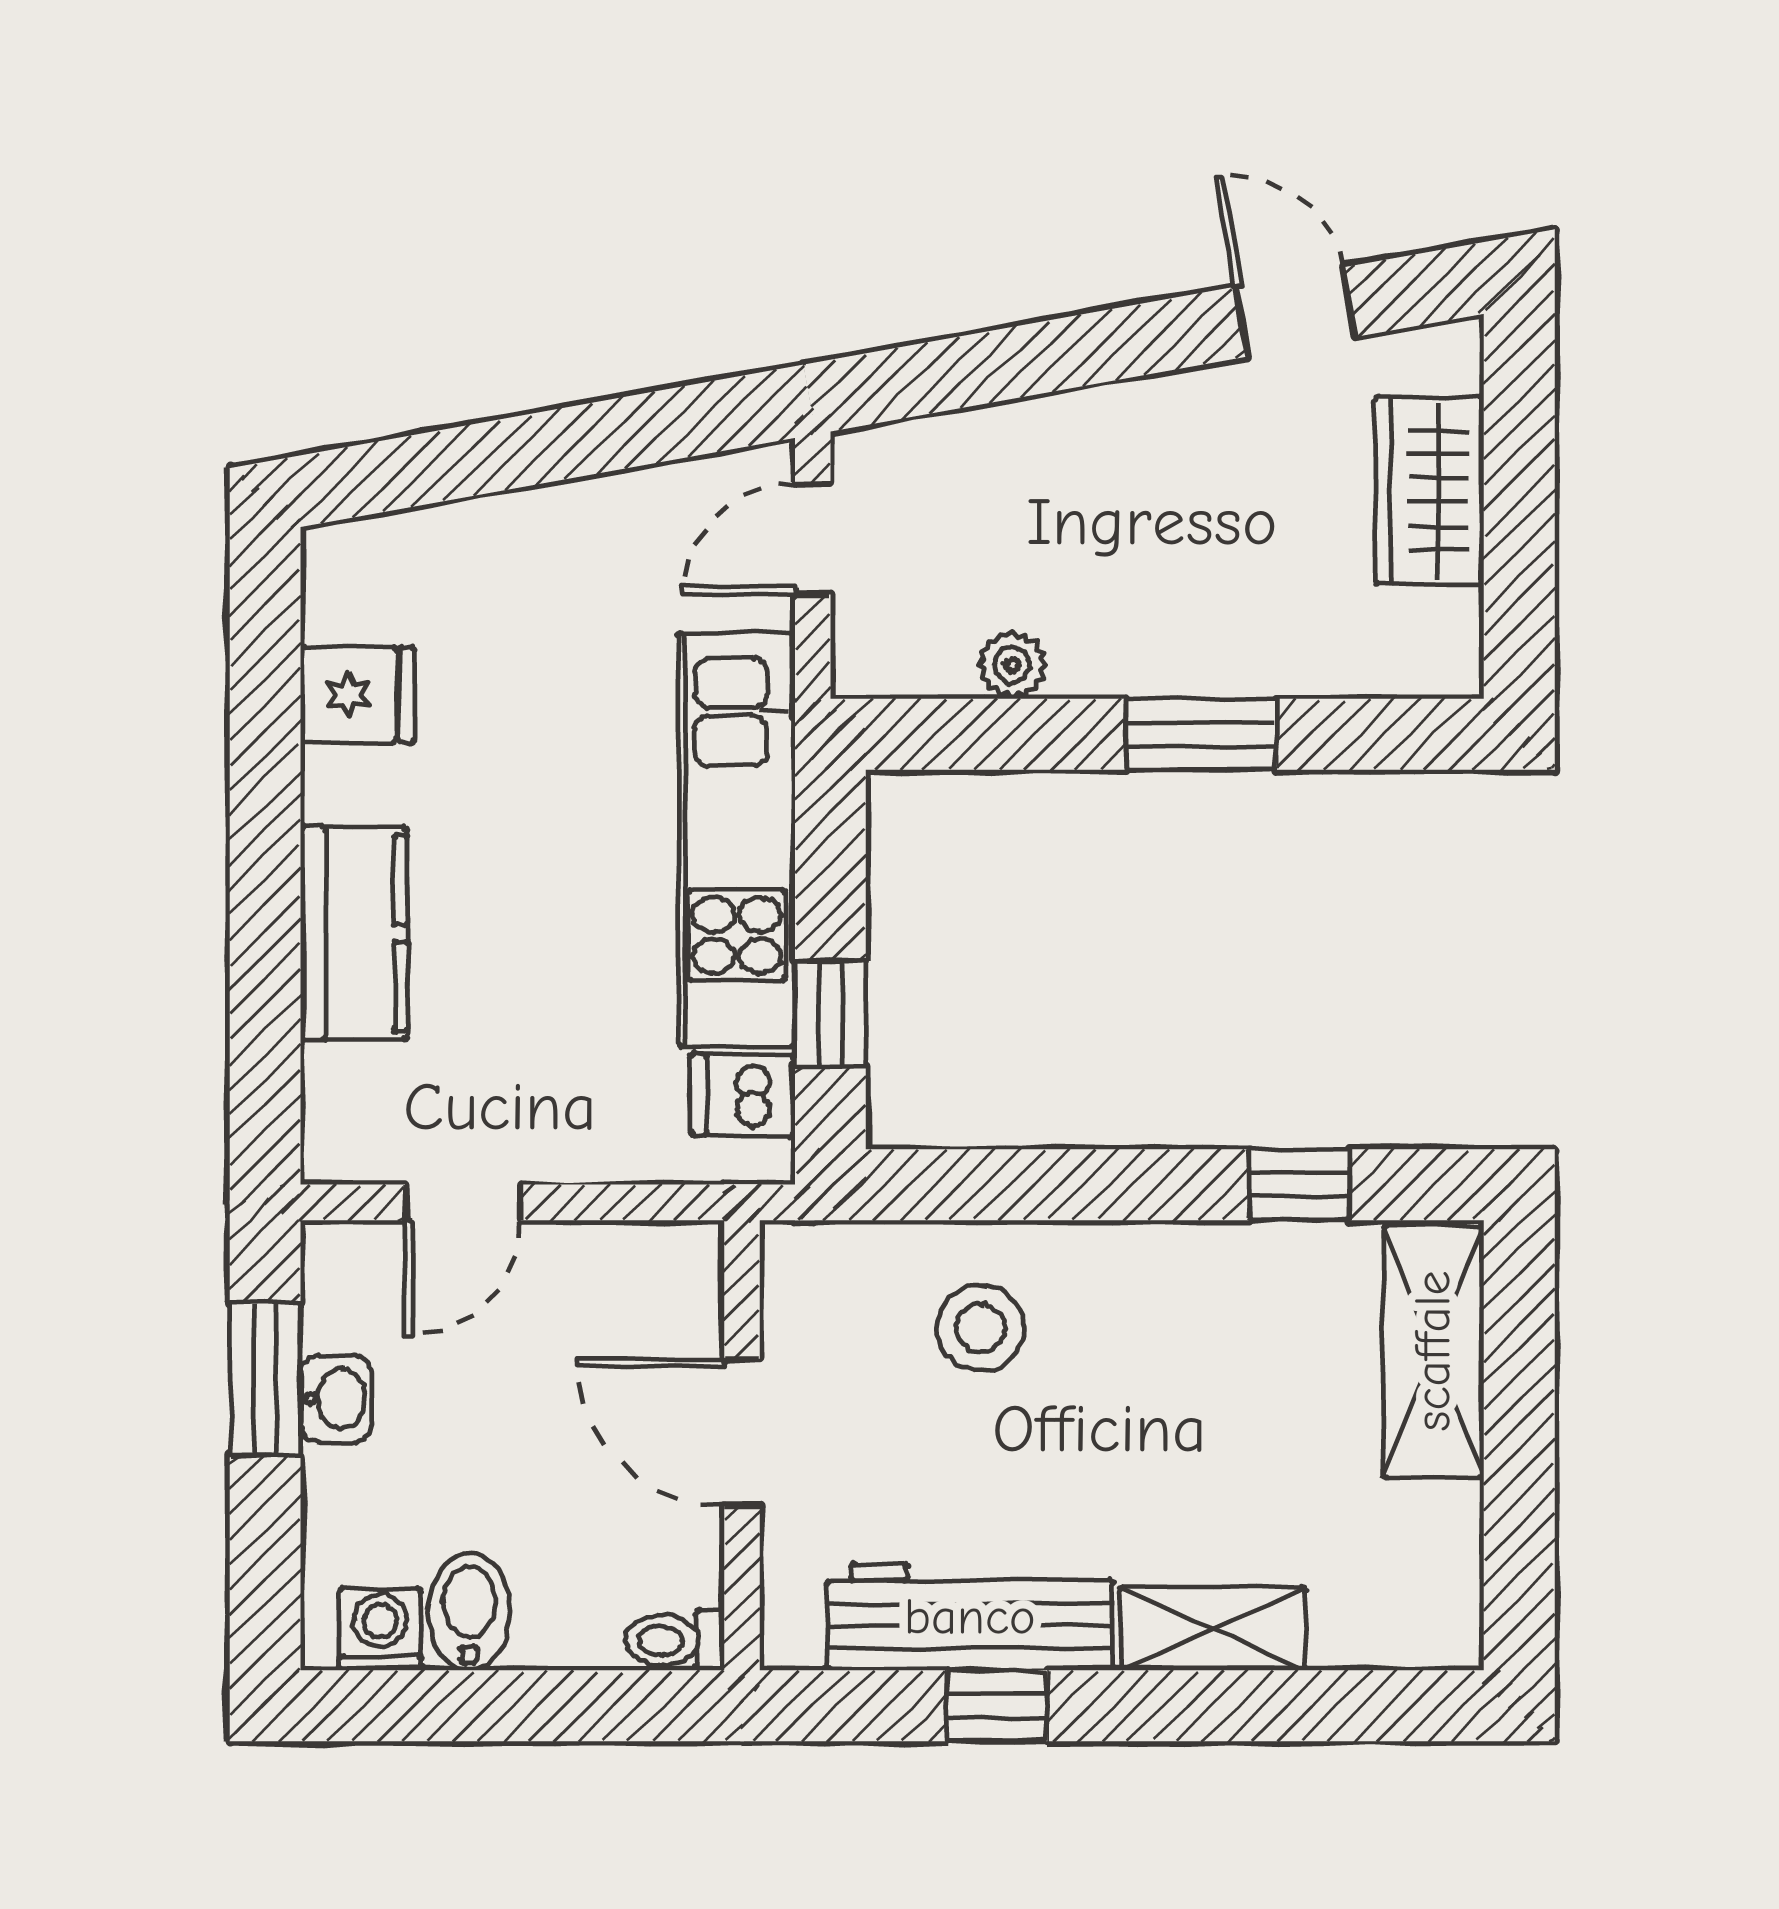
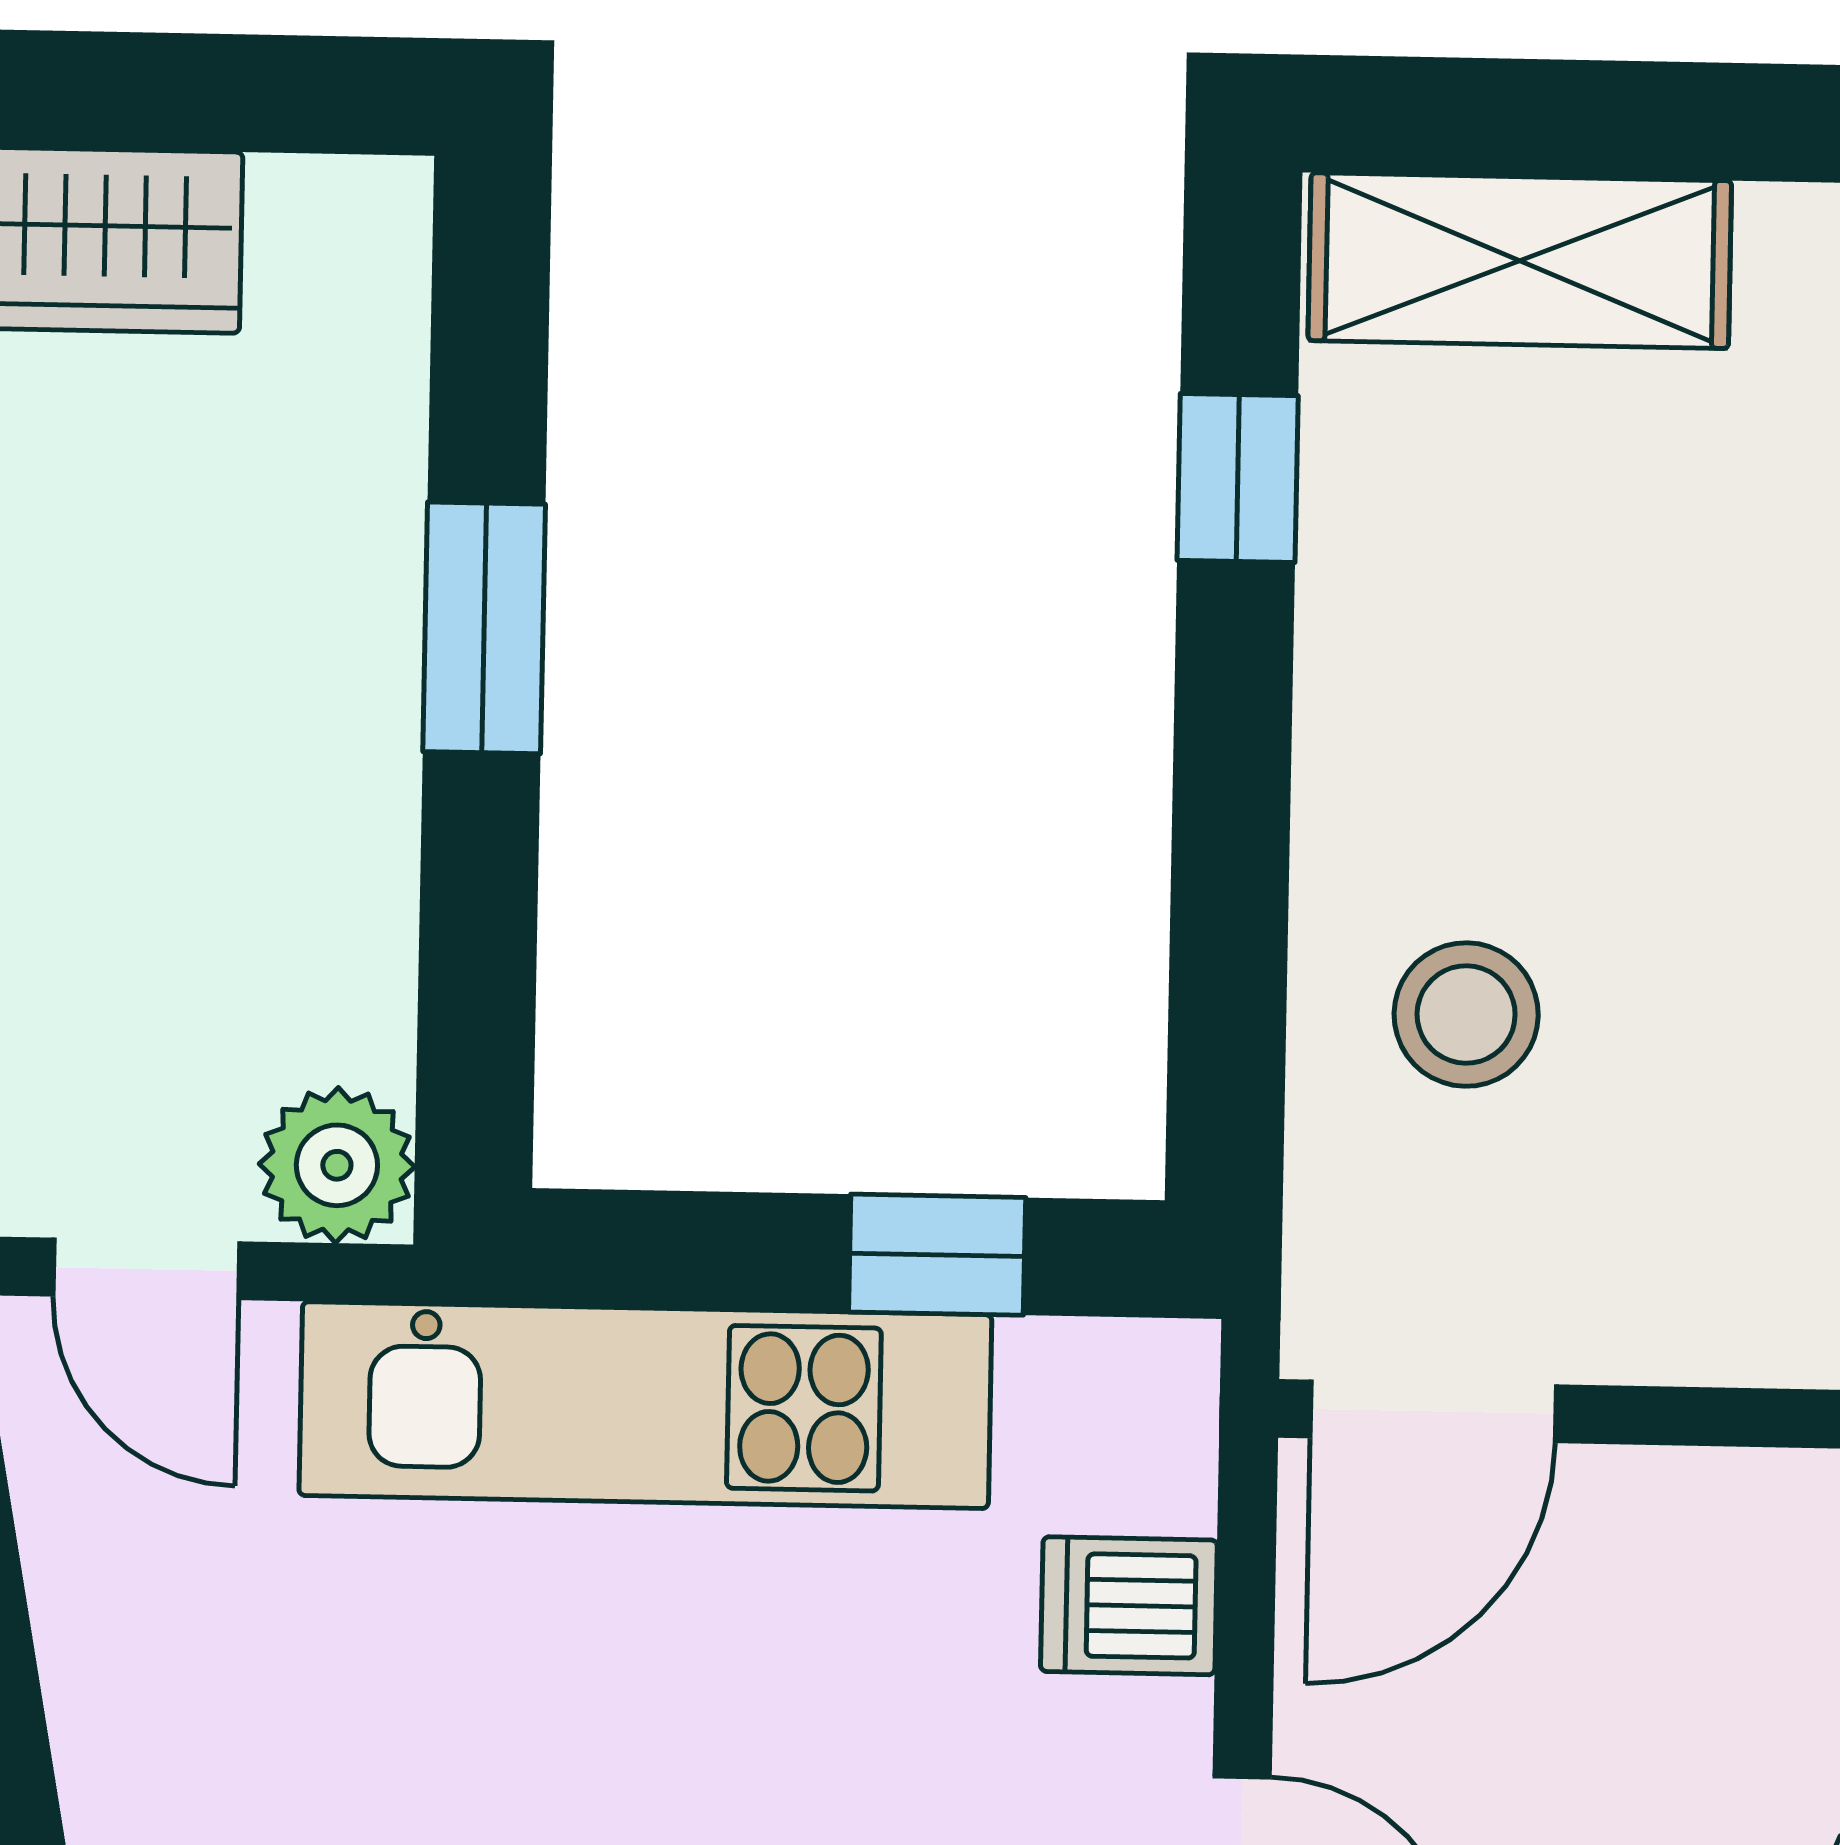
plant: (1012, 665) -> (337, 1165), moved, width x1.38, depth x1.38
dishwasher: (743, 1094) -> (1129, 1606), moved, turned 90
door: (742, 1432) -> (1433, 1411), moved

